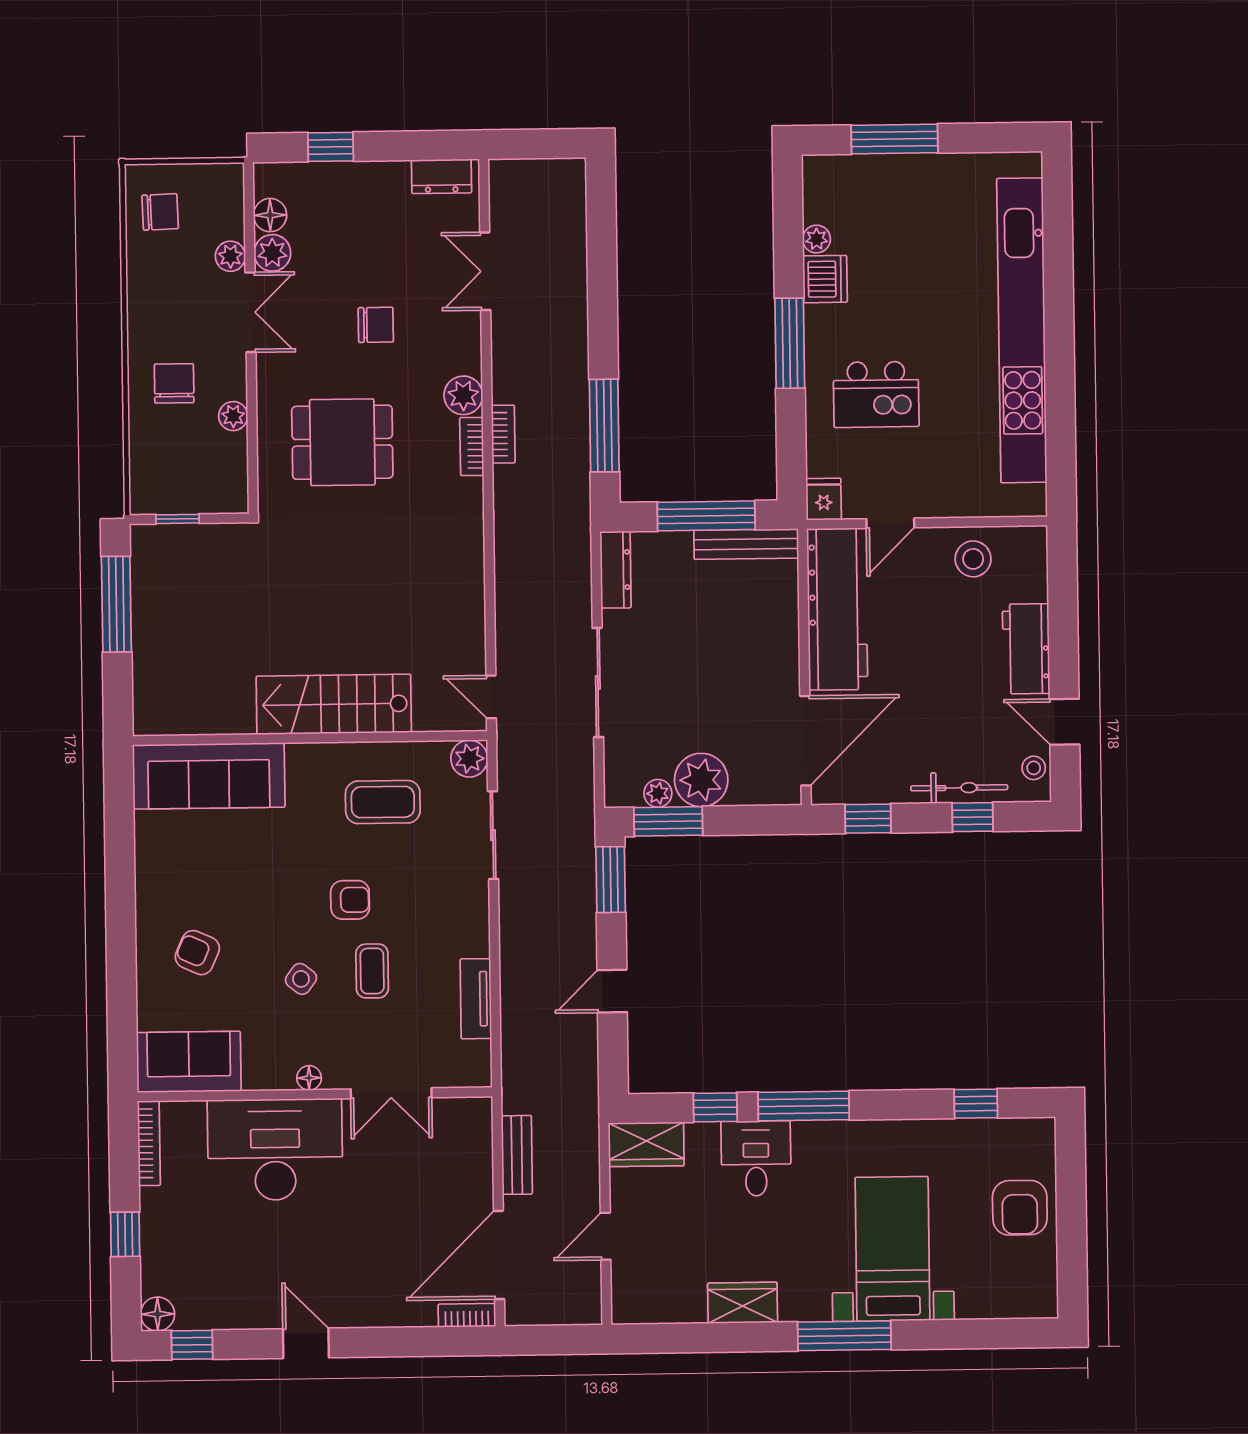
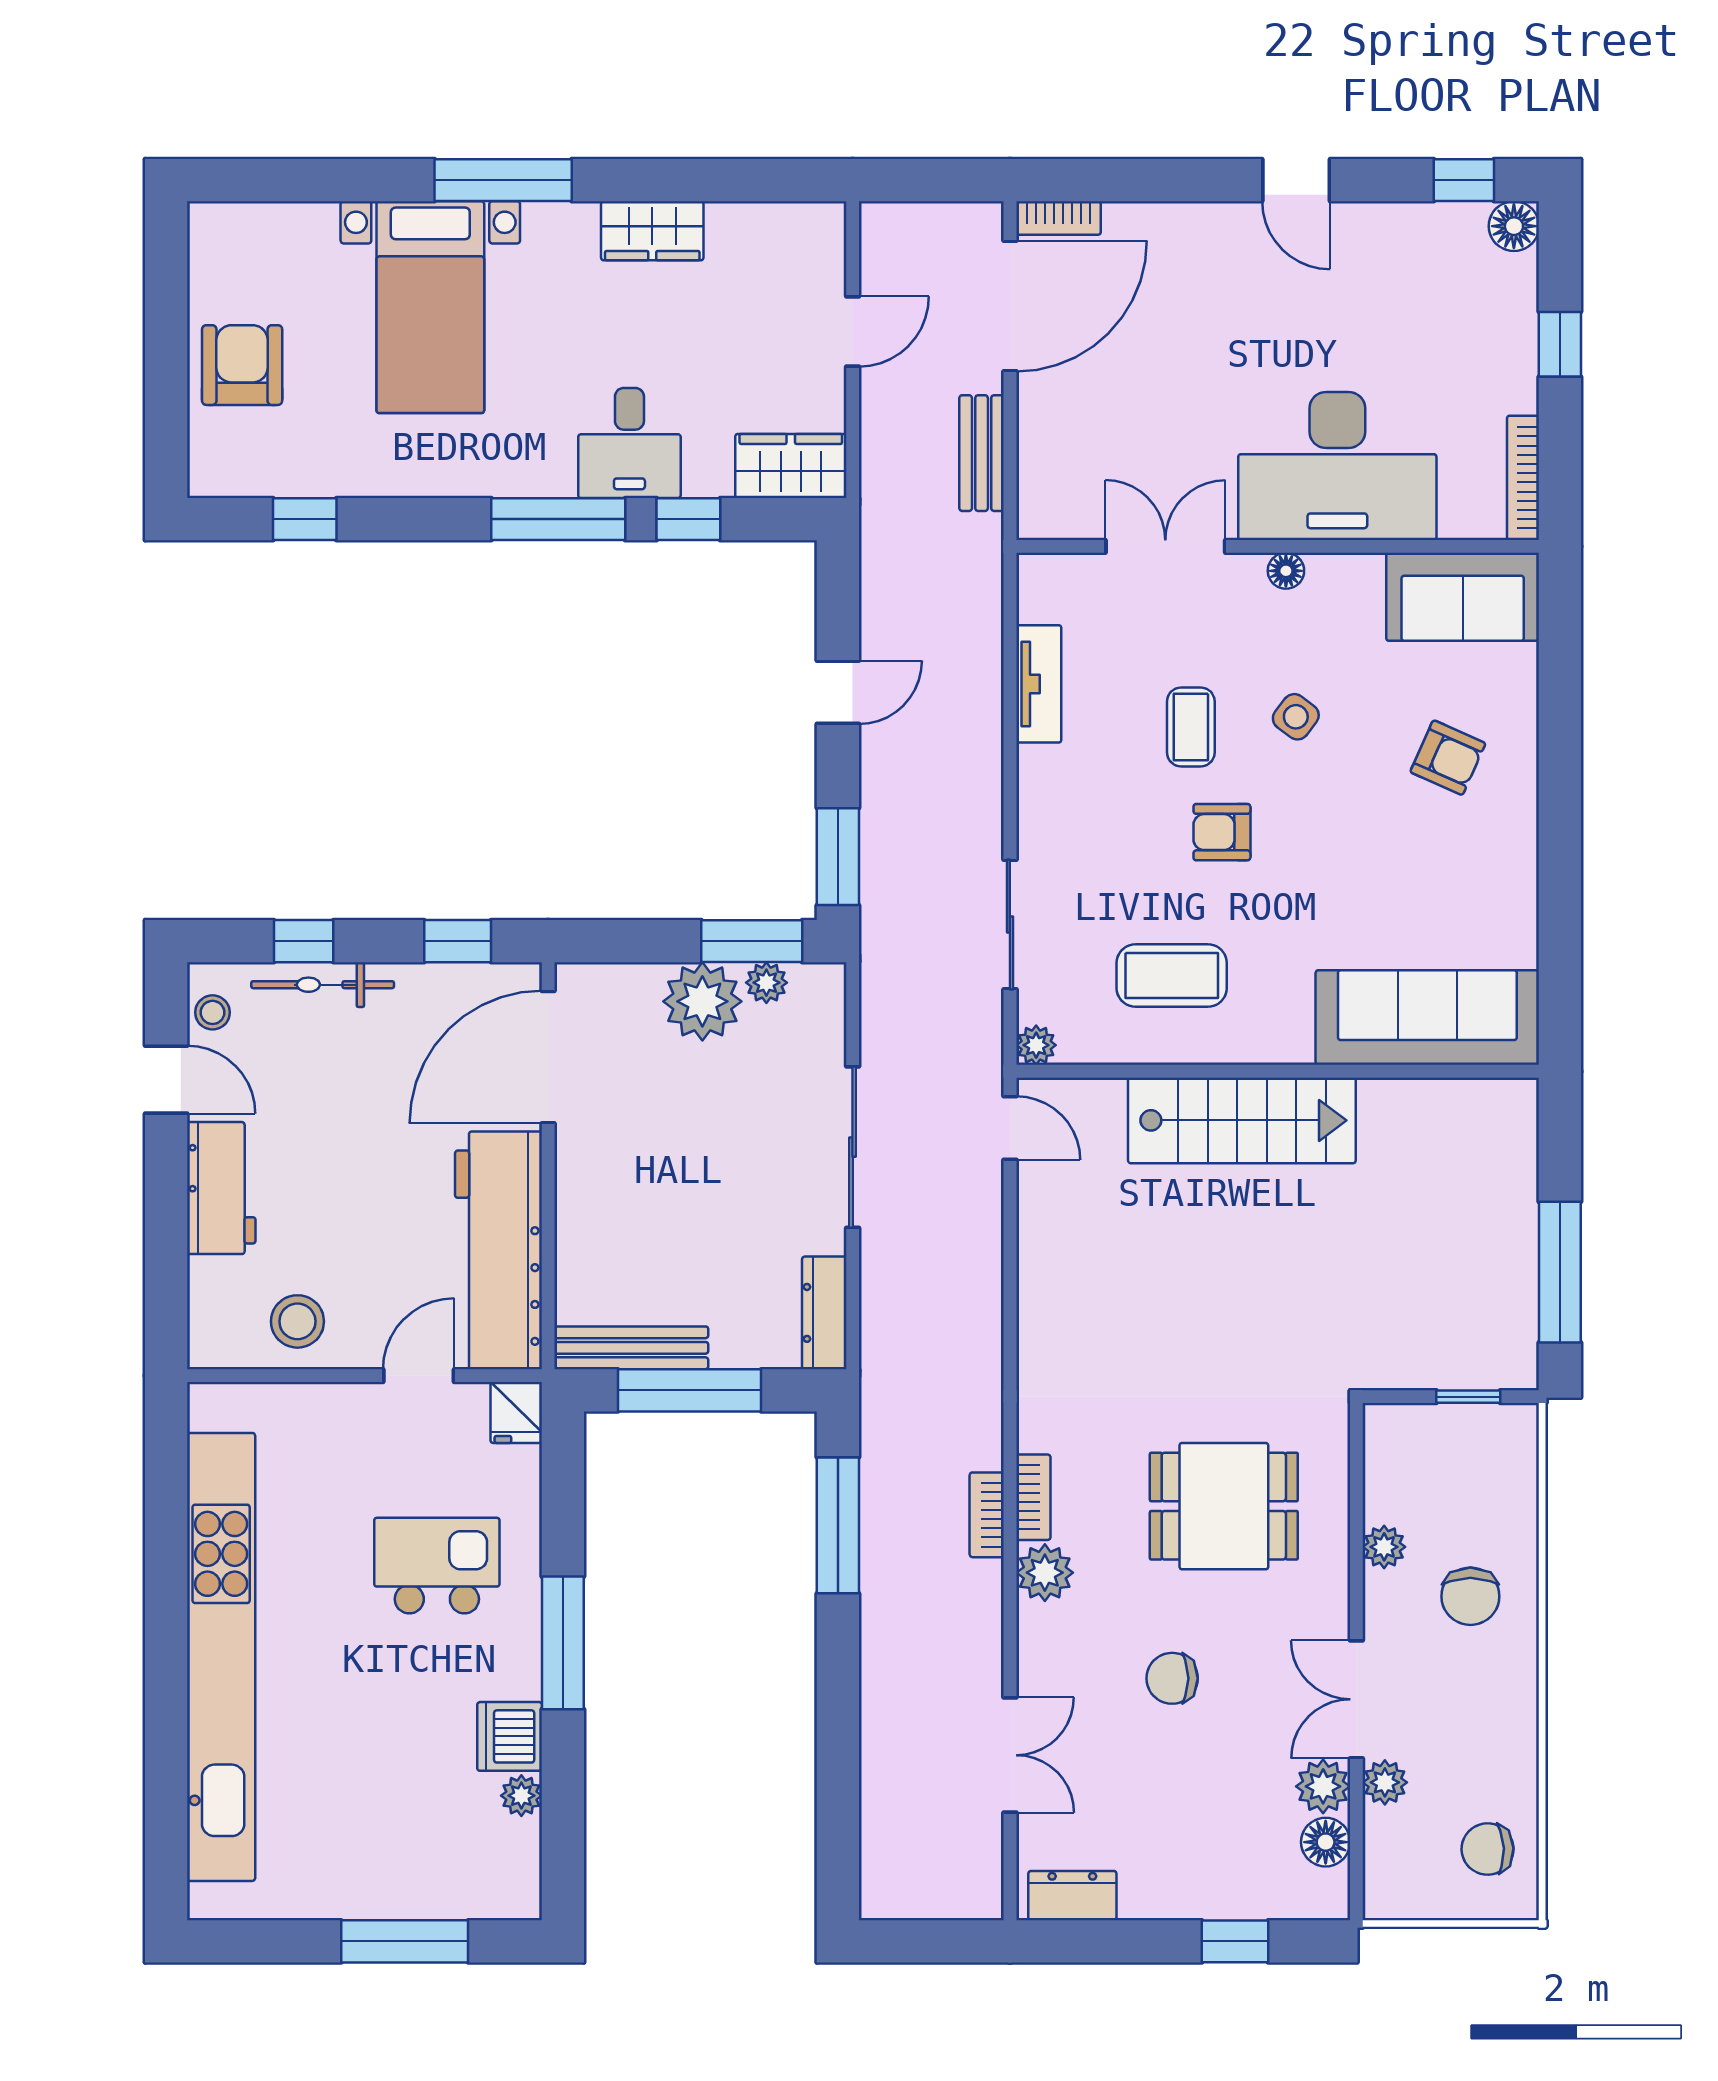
plant: (469, 759) -> (1036, 1045), width x0.73, depth x0.73

